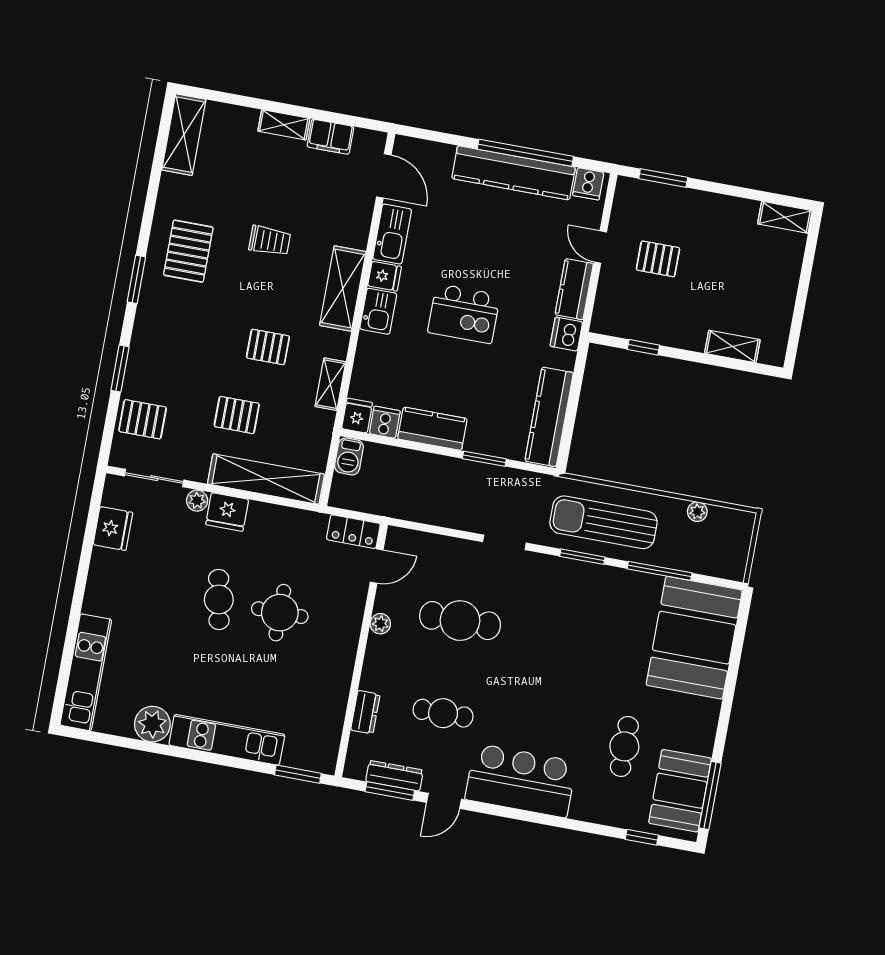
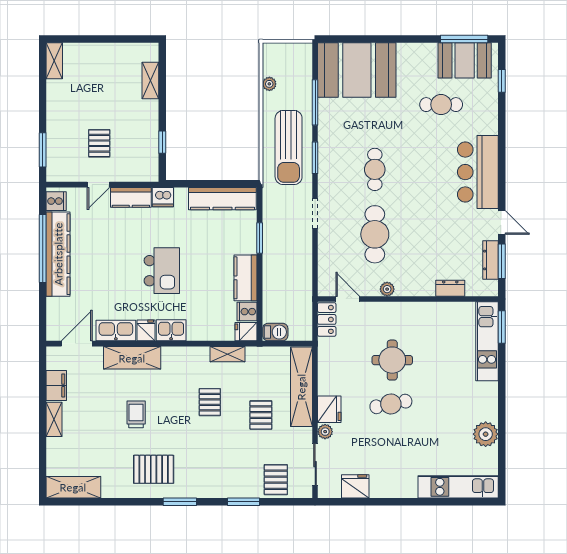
shelving: (343, 288) -> (132, 358), moved
cafe table: (443, 713) -> (375, 169), moved
kitchen unit: (227, 740) -> (487, 341), moved

